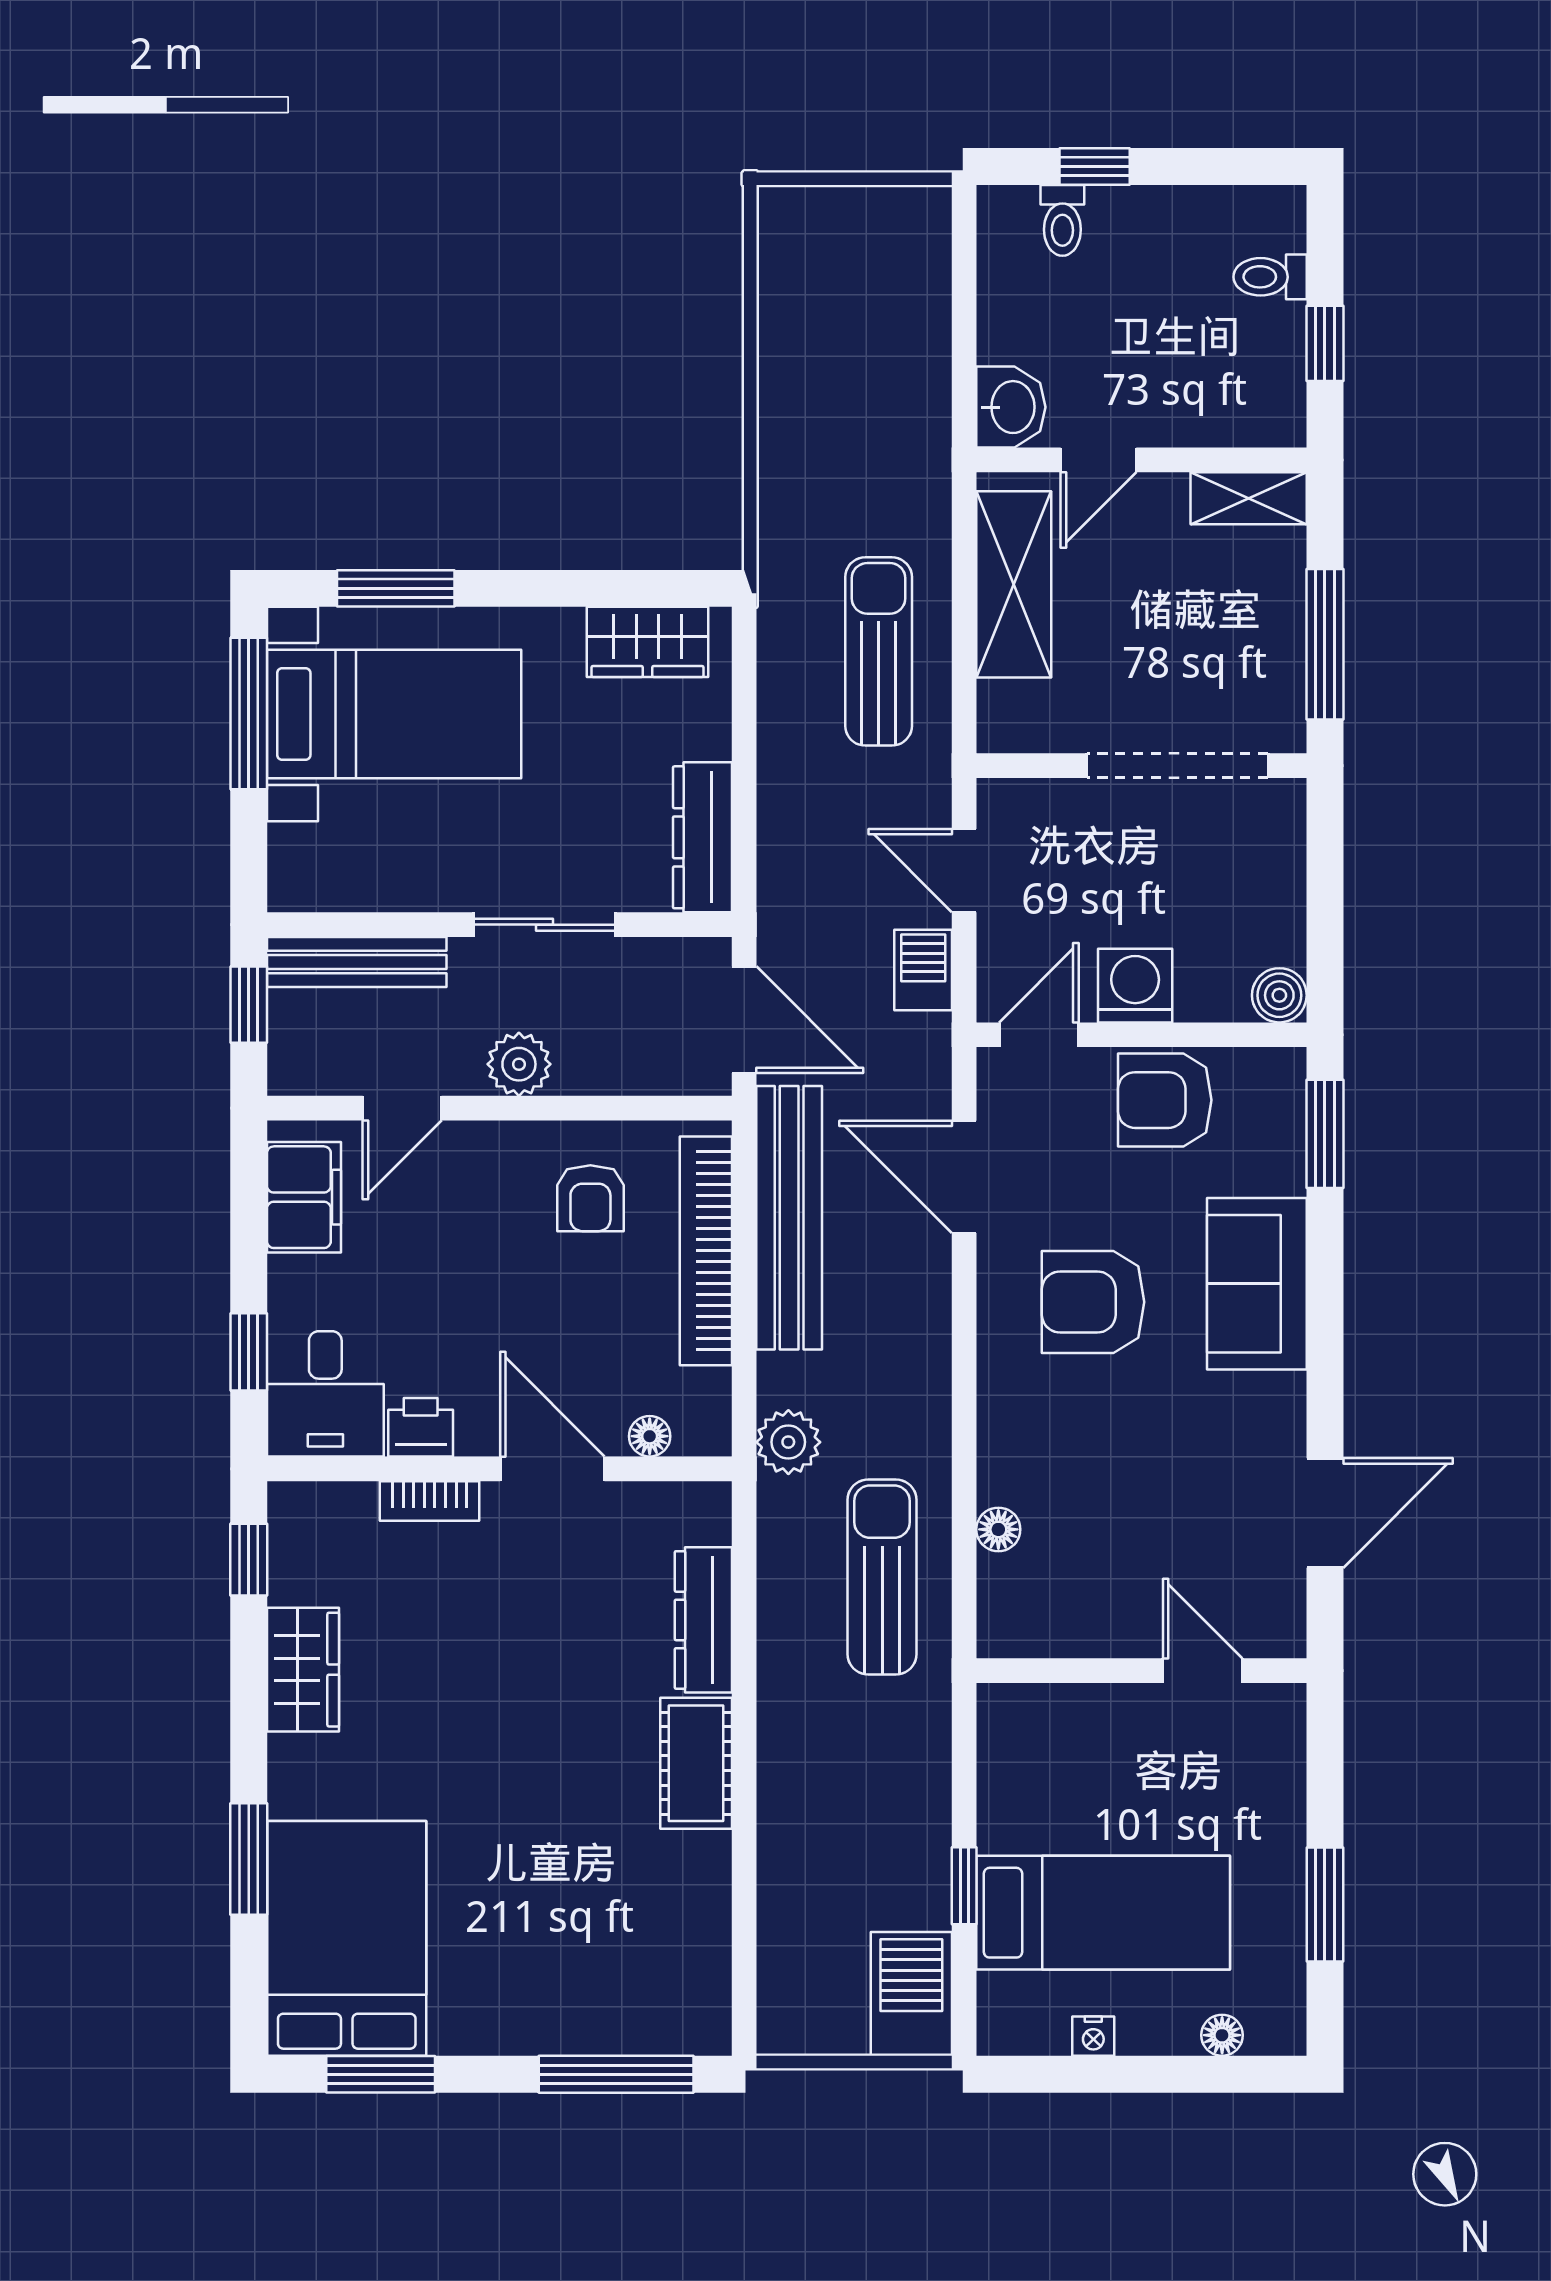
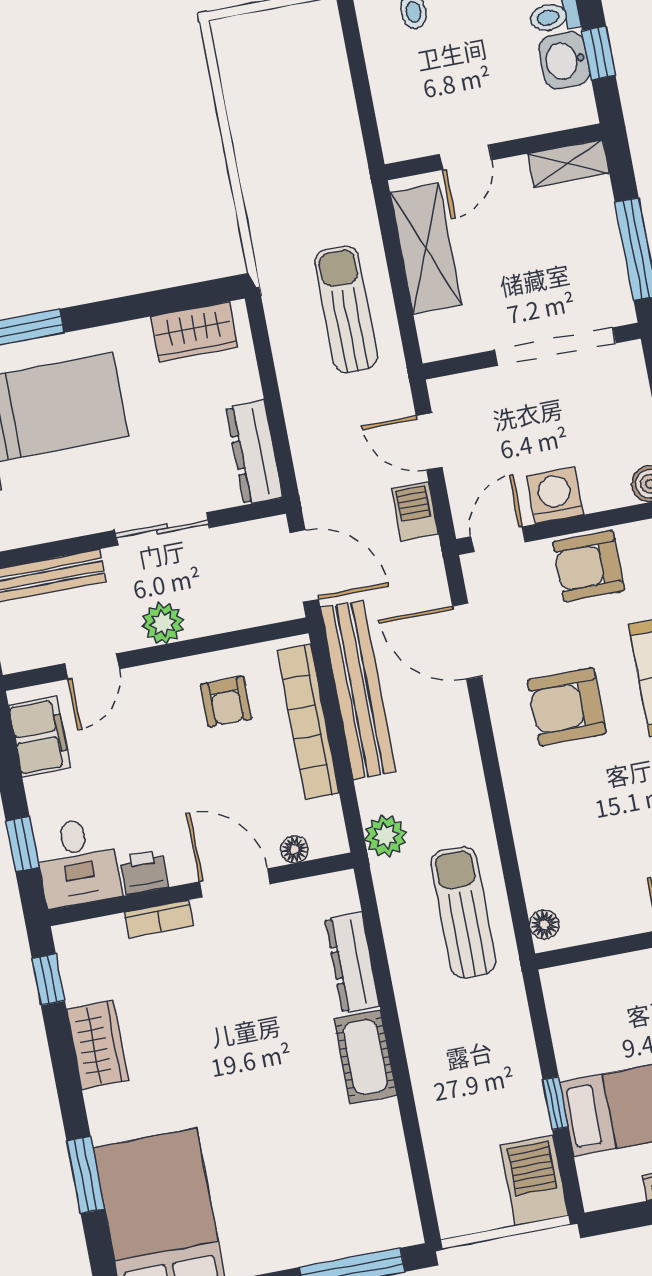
washbasin: (1011, 407) -> (565, 60), moved, turned 180
floor lamp: (998, 1529) -> (544, 925), moved

